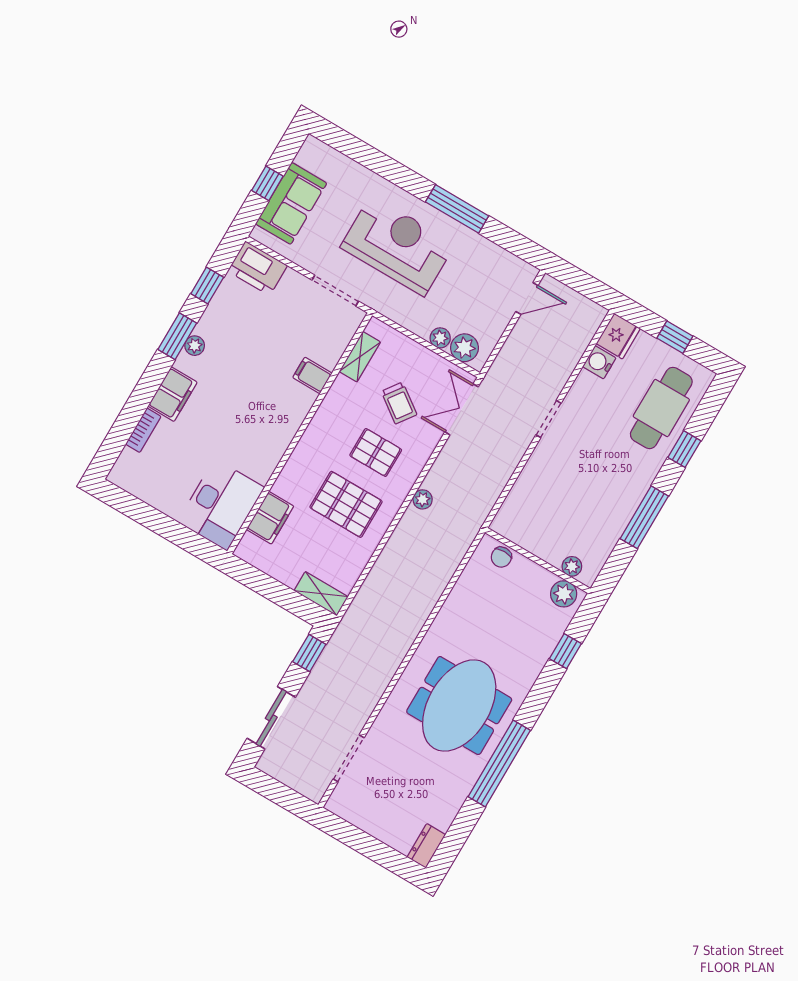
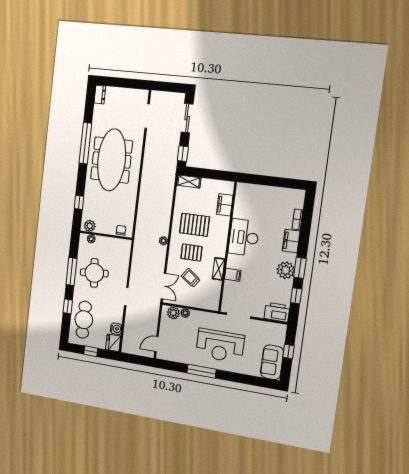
sofa: (291, 203) -> (272, 362), moved
plant: (195, 346) -> (286, 270), width x1.87, depth x1.87
shelving: (360, 357) -> (219, 269), moved
round table: (596, 495) -> (94, 273), added
desk: (221, 505) -> (244, 237), moved
meeting table: (459, 706) -> (112, 160), width x1.36

